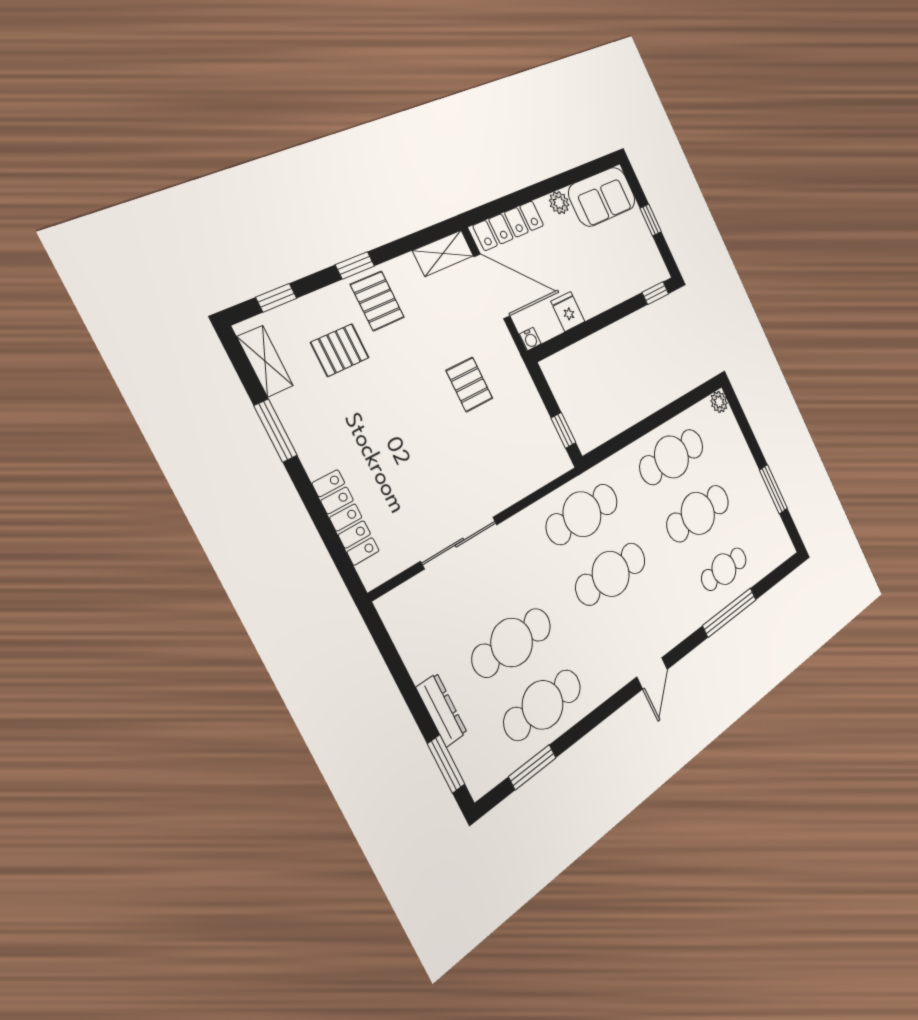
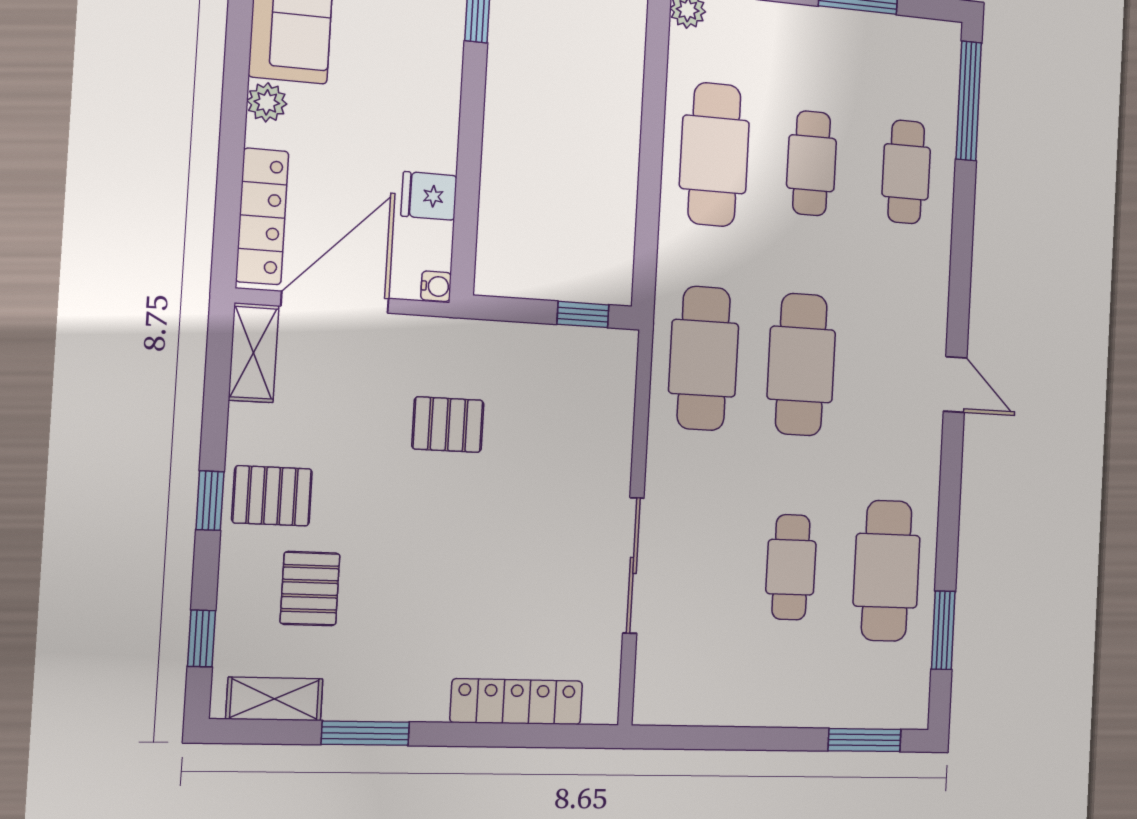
cafe table: (698, 513) -> (811, 163), width x0.73, depth x0.74
window: (730, 612) -> (969, 101), moved
cafe table: (512, 642) -> (791, 567), width x0.73, depth x0.74
dresser: (442, 710) -> (804, 710), removed

